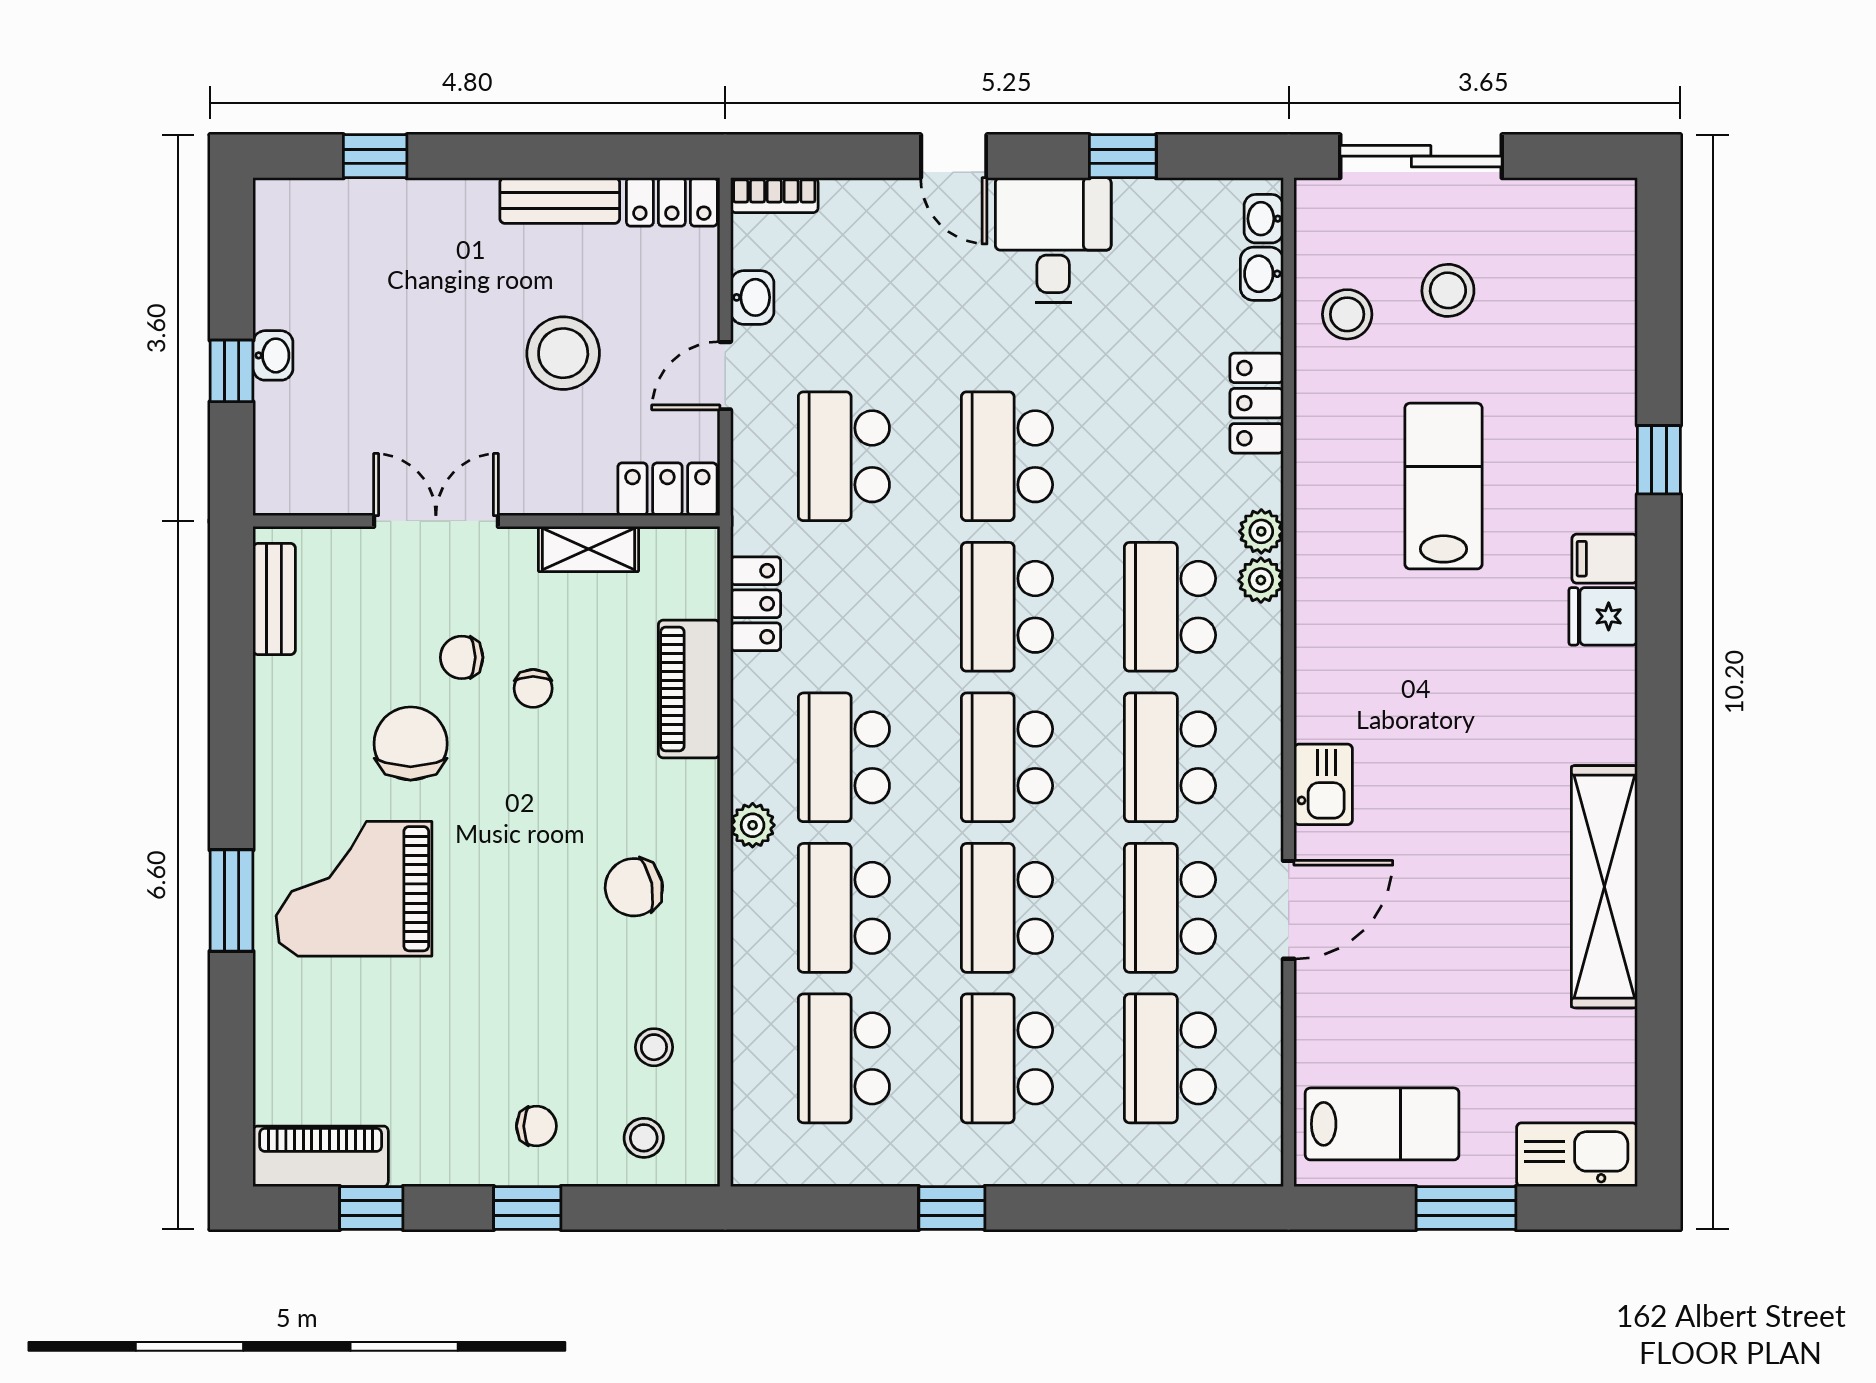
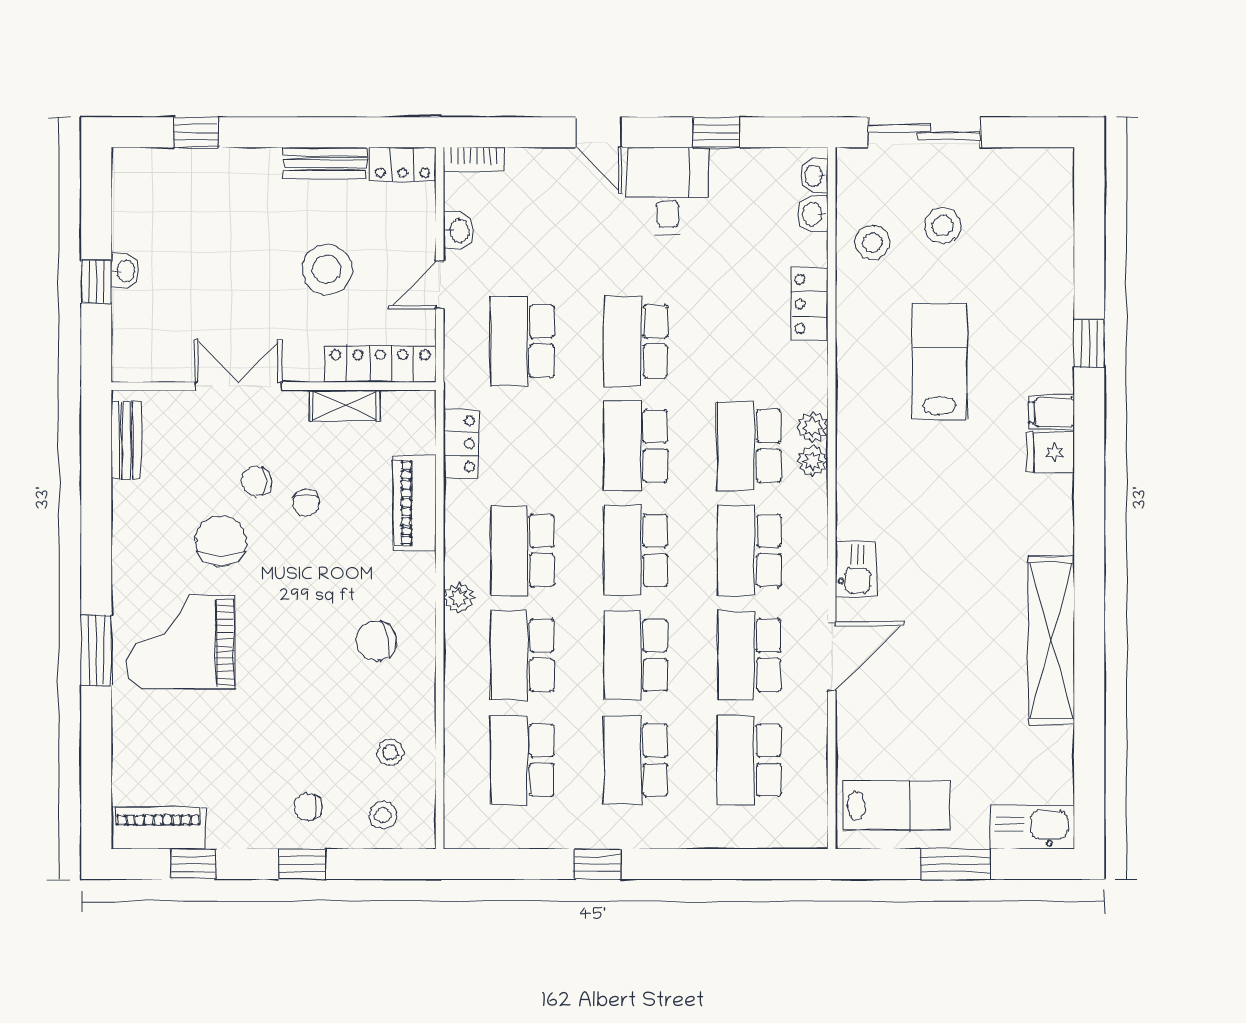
locker: (667, 489) -> (380, 364), width x1.53
plant: (1261, 531) -> (813, 461), moved
chair: (536, 1126) -> (308, 807), turned 180

